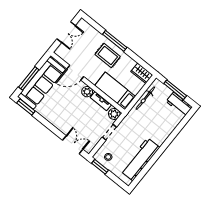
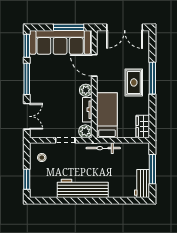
double door: (66, 32) -> (125, 27), width x1.37
window: (29, 78) -> (69, 27), moved
bicycle: (145, 98) -> (103, 148), moved
window: (48, 125) -> (27, 79), added
workbench: (140, 159) -> (83, 188), moved
window: (100, 167) -> (27, 179), moved

